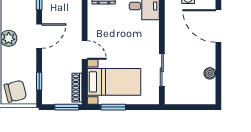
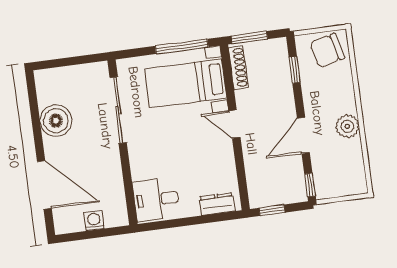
sliding door: (162, 70) -> (118, 110), width x1.37
boiler: (210, 73) -> (56, 121), width x1.86, depth x1.86
window: (113, 107) -> (182, 46), width x1.44

